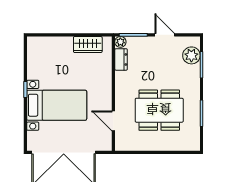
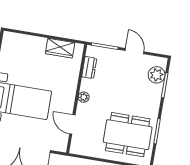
plant: (120, 42) -> (84, 97), moved
dining table: (159, 110) -> (128, 135), moved

